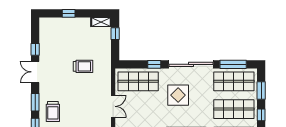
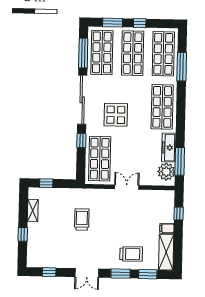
shelving: (101, 22) -> (33, 210), moved
window: (35, 49) -> (49, 272), moved

